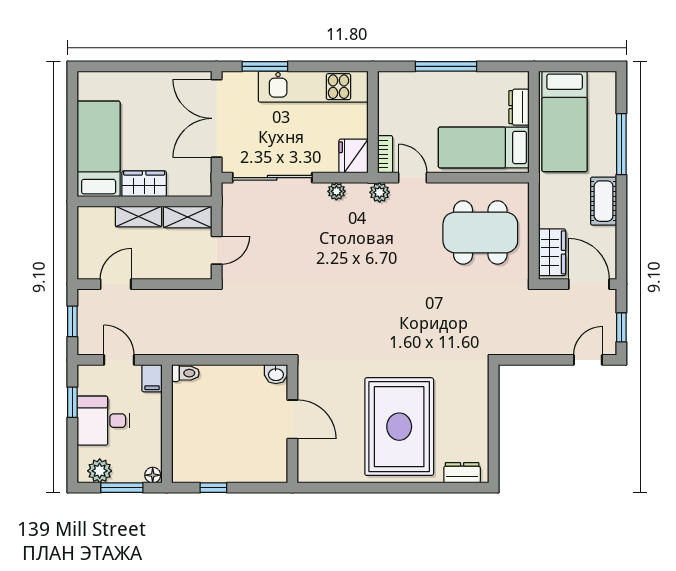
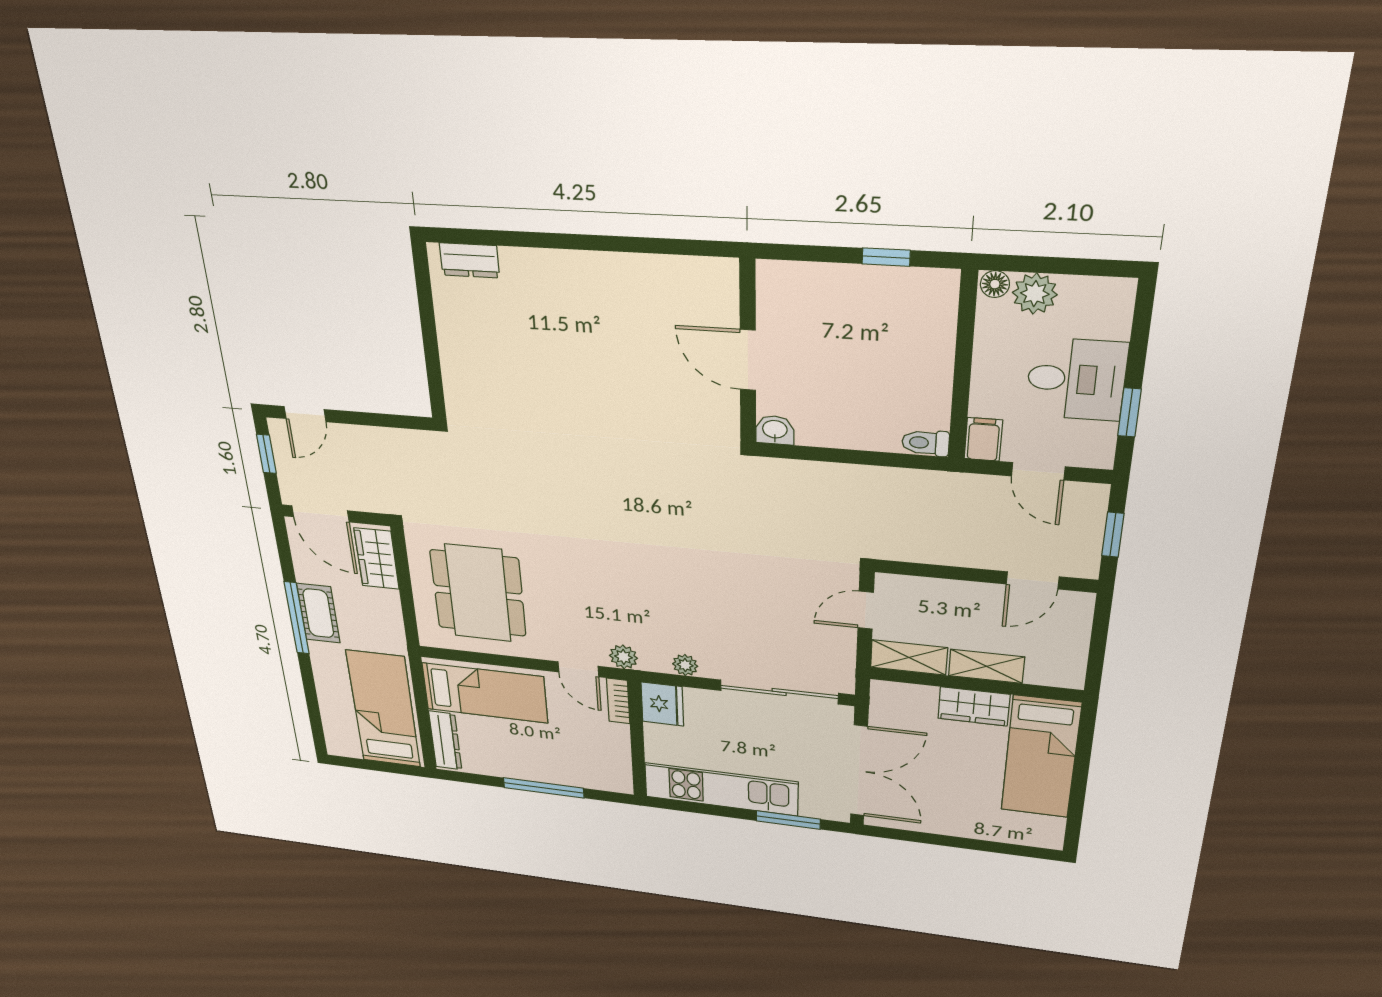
dresser: (519, 107) -> (445, 741), width x1.44
window: (621, 144) -> (297, 618), moved
dining table: (480, 232) -> (478, 593), turned 90
rug: (399, 427) -> (575, 338), removed
plant: (100, 471) -> (1035, 294), moved
window: (122, 488) -> (1054, 265), removed

